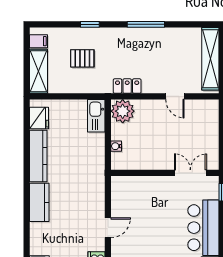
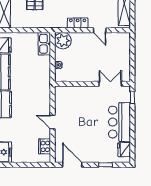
locker: (127, 86) -> (78, 23), moved
door: (108, 228) -> (53, 122), swing flipped

